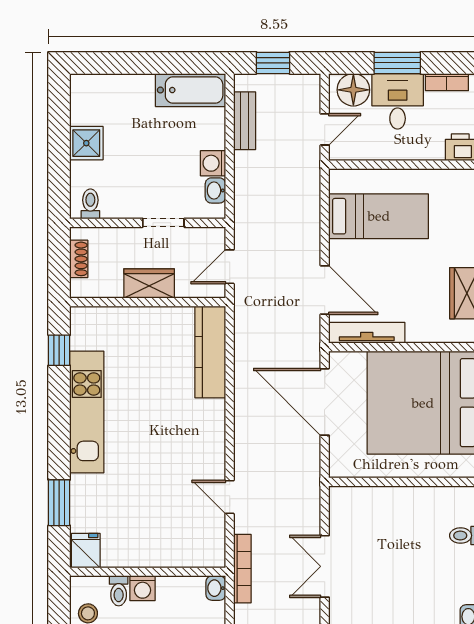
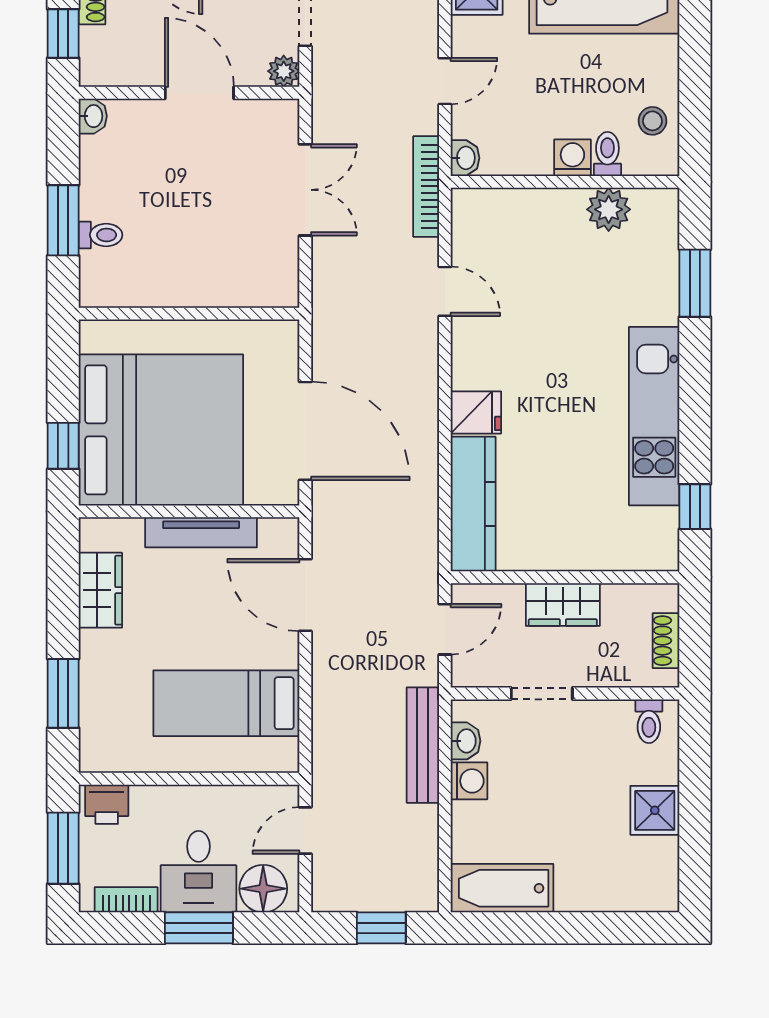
bench: (245, 121) -> (423, 745), moved, width x1.36
tv unit: (367, 333) -> (201, 532), moved
fridge: (86, 551) -> (476, 412), moved, turned -90
plant: (118, 553) -> (609, 209), added

